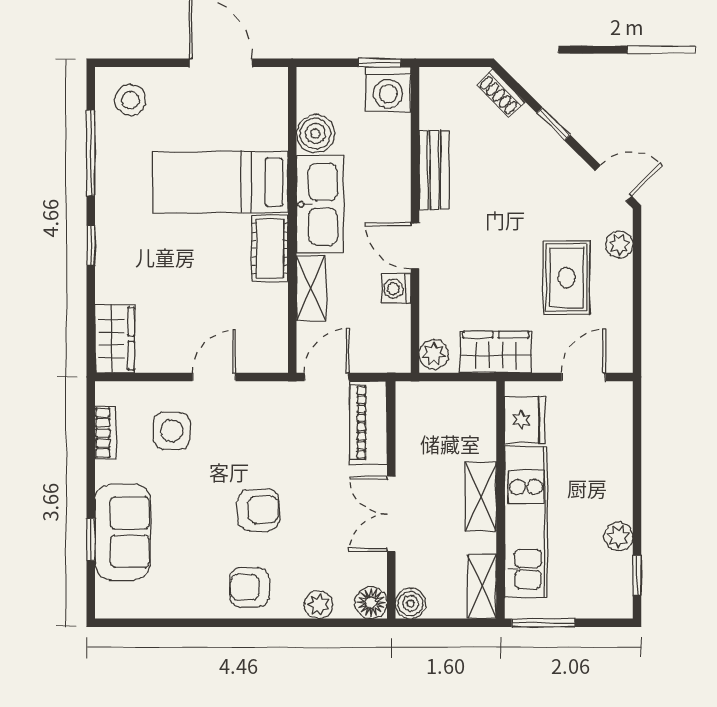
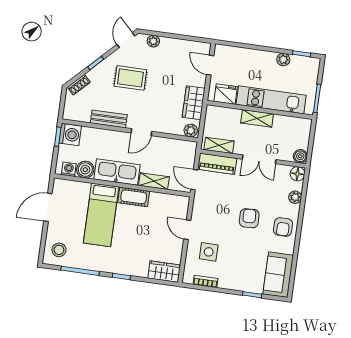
rug: (567, 278) -> (130, 78), moved
washing machine: (396, 289) -> (69, 169), moved, turned 180
sofa: (123, 532) -> (278, 275), moved, turned -90
shelving: (482, 587) -> (219, 145), moved

